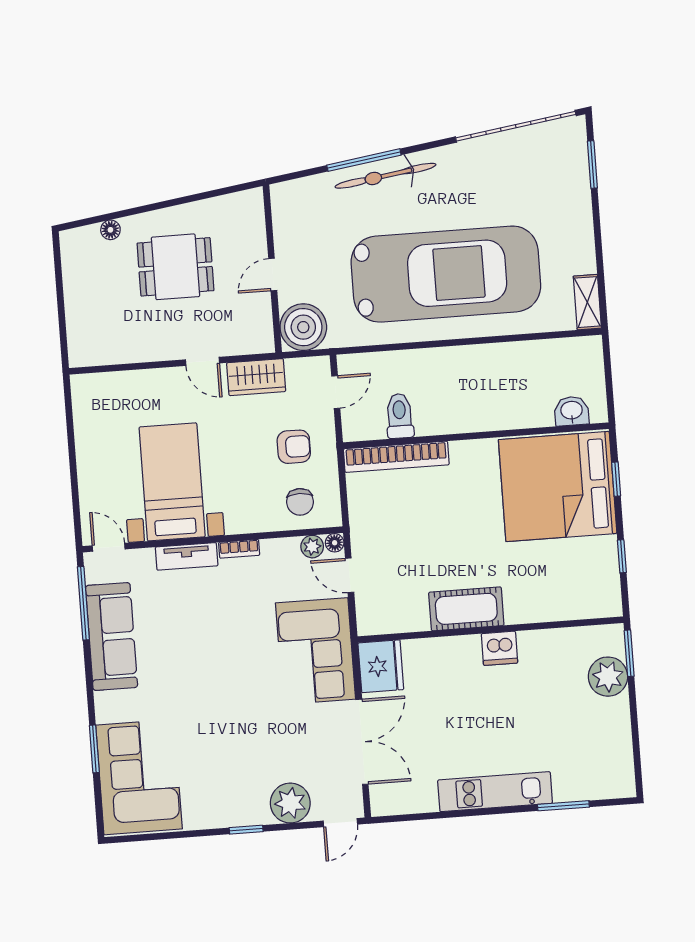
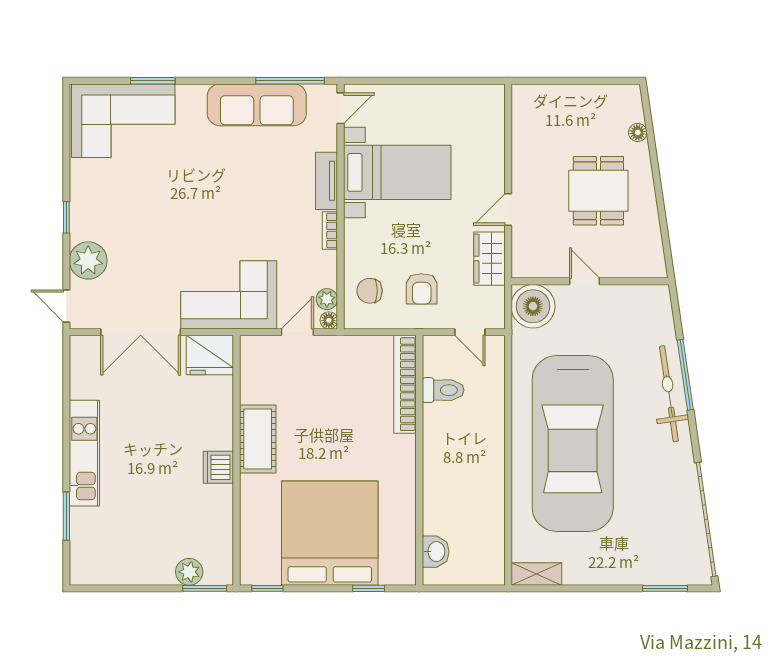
bed: (558, 487) -> (330, 533), moved
window: (622, 556) -> (267, 588), moved
plant: (608, 677) -> (189, 572), width x0.73, depth x0.73

